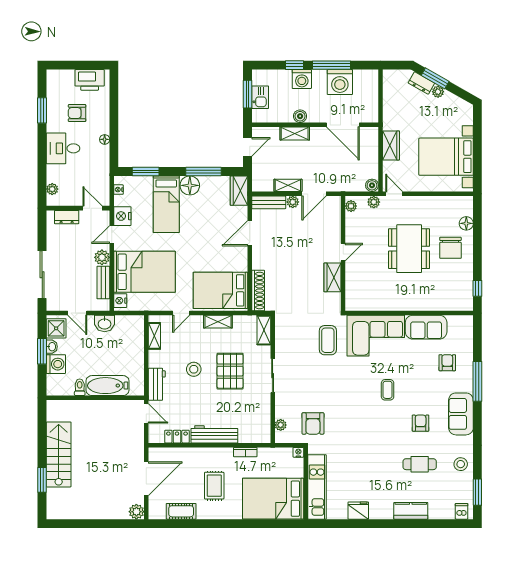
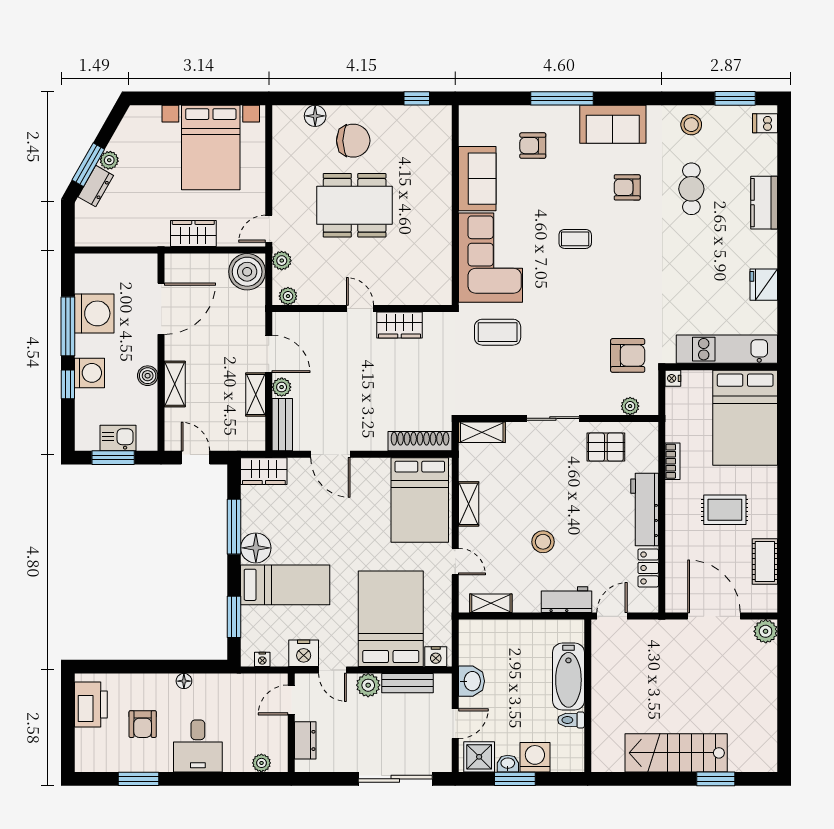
boiler: (372, 185) -> (247, 272), width x1.86, depth x1.86
pallet: (230, 371) -> (606, 447), moved, width x0.67, depth x0.71

